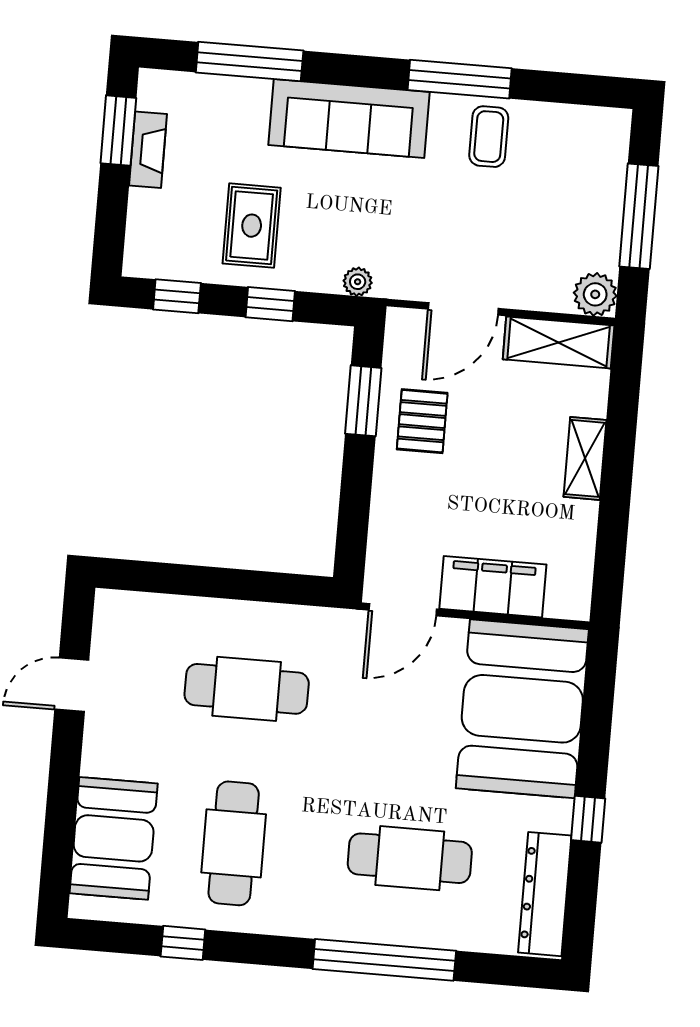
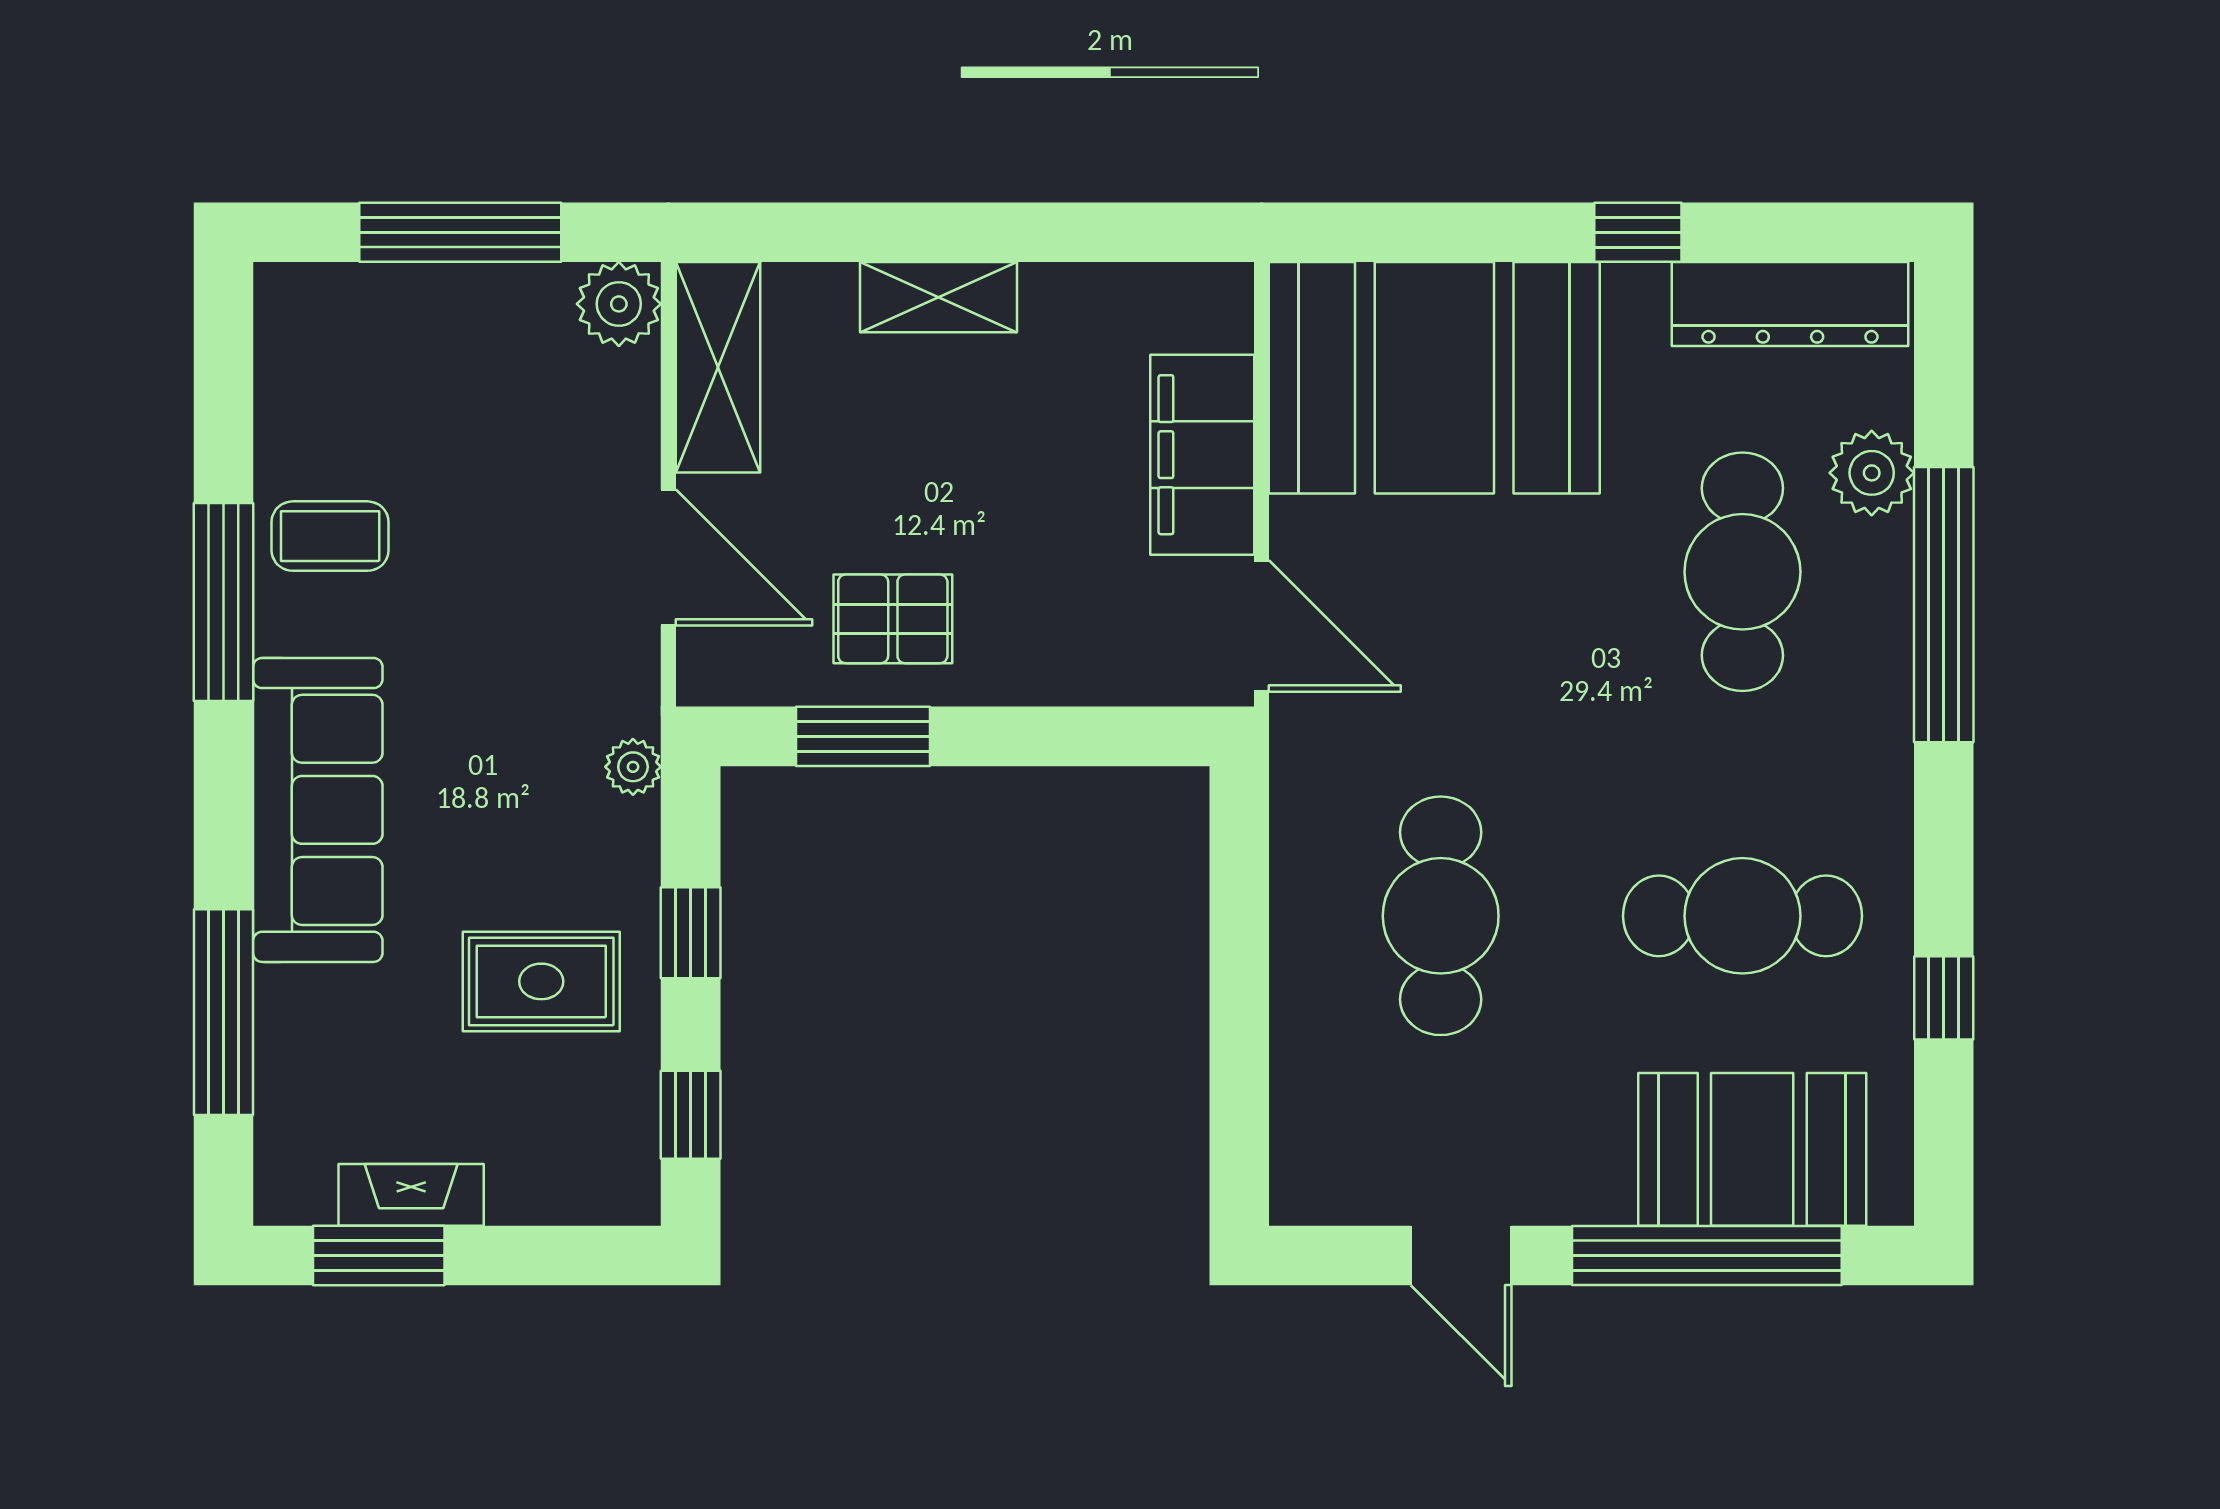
window: (61, 811) -> (1707, 1255), added
plant: (455, 929) -> (1872, 473), added

